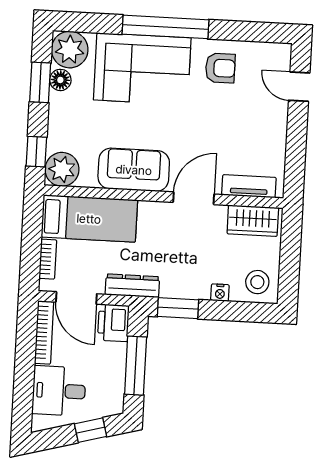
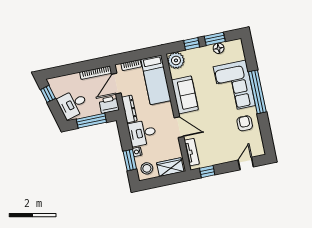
plant: (70, 50) -> (234, 49), removed
armchair: (220, 68) -> (245, 123), turned 180
window: (36, 152) -> (192, 44), moved
window: (295, 166) -> (207, 172), added
wardrobe: (253, 221) -> (170, 167), moved, turned 90
desk: (186, 273) -> (142, 133), added
window: (178, 308) -> (130, 160), moved
desk: (59, 391) -> (73, 104), moved, turned -105
window: (91, 430) -> (48, 94), moved

